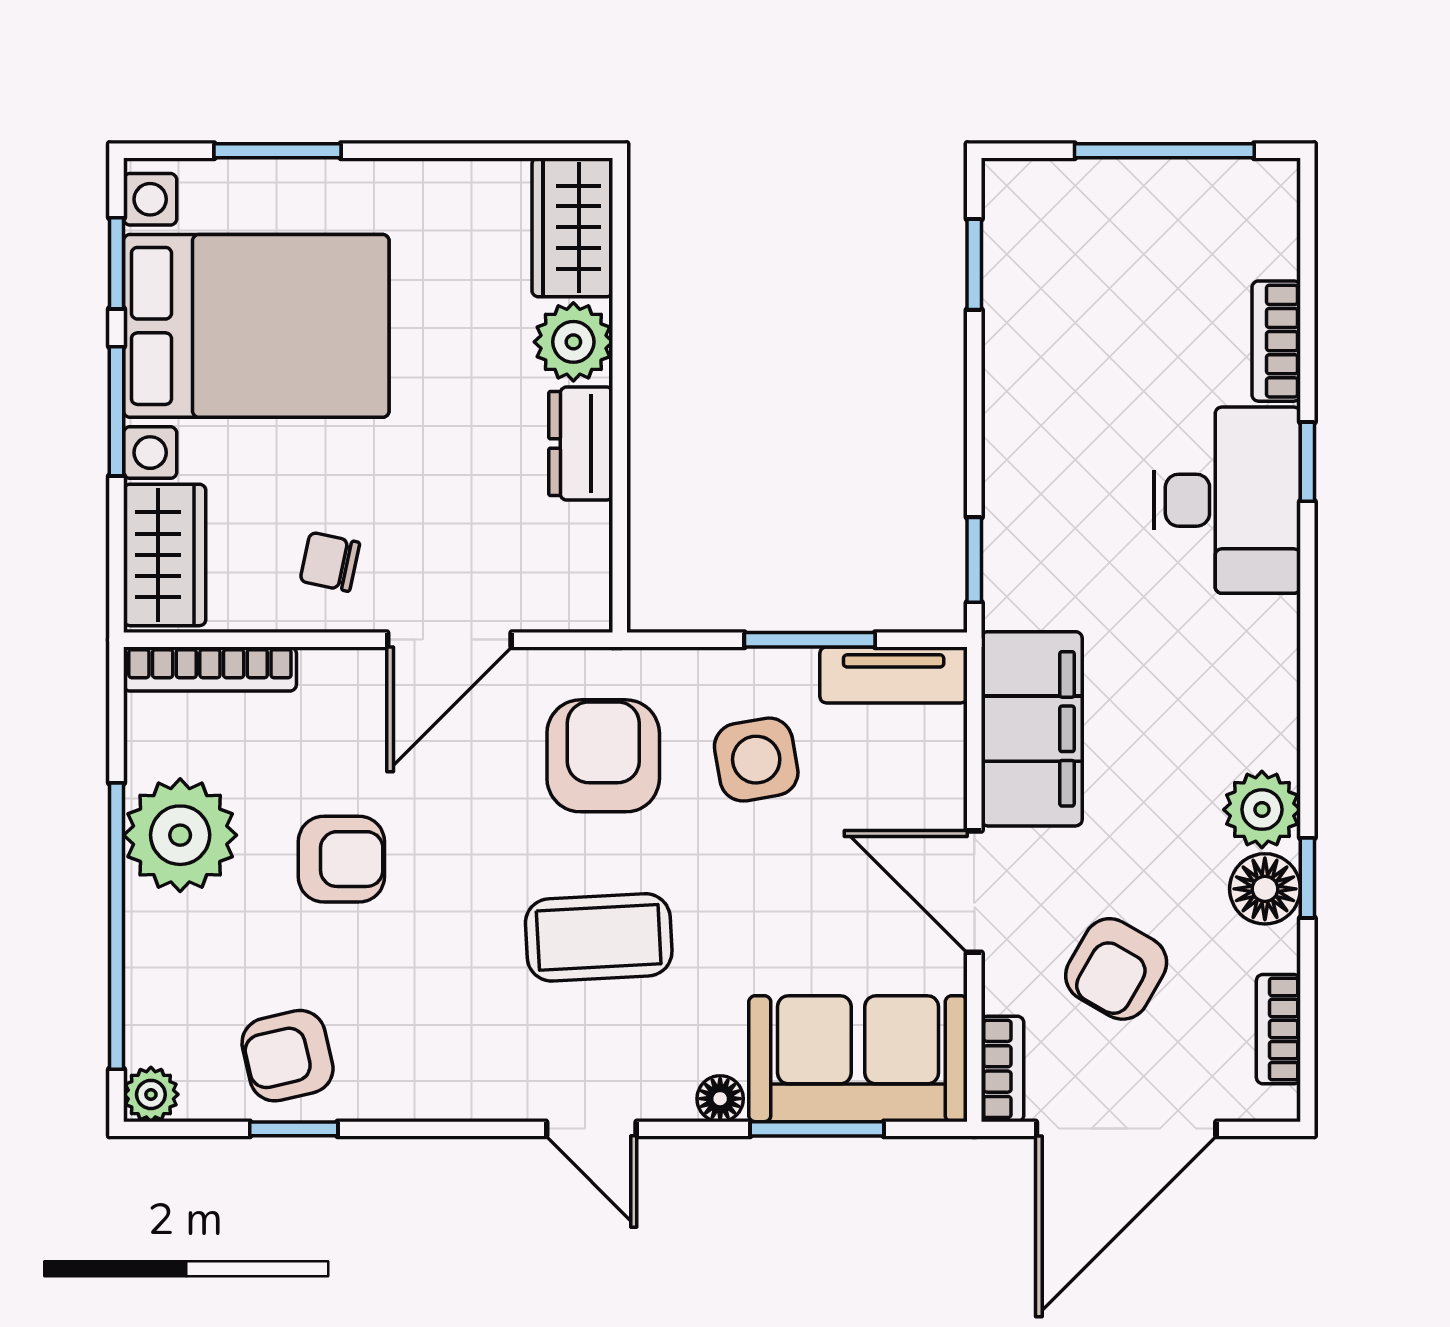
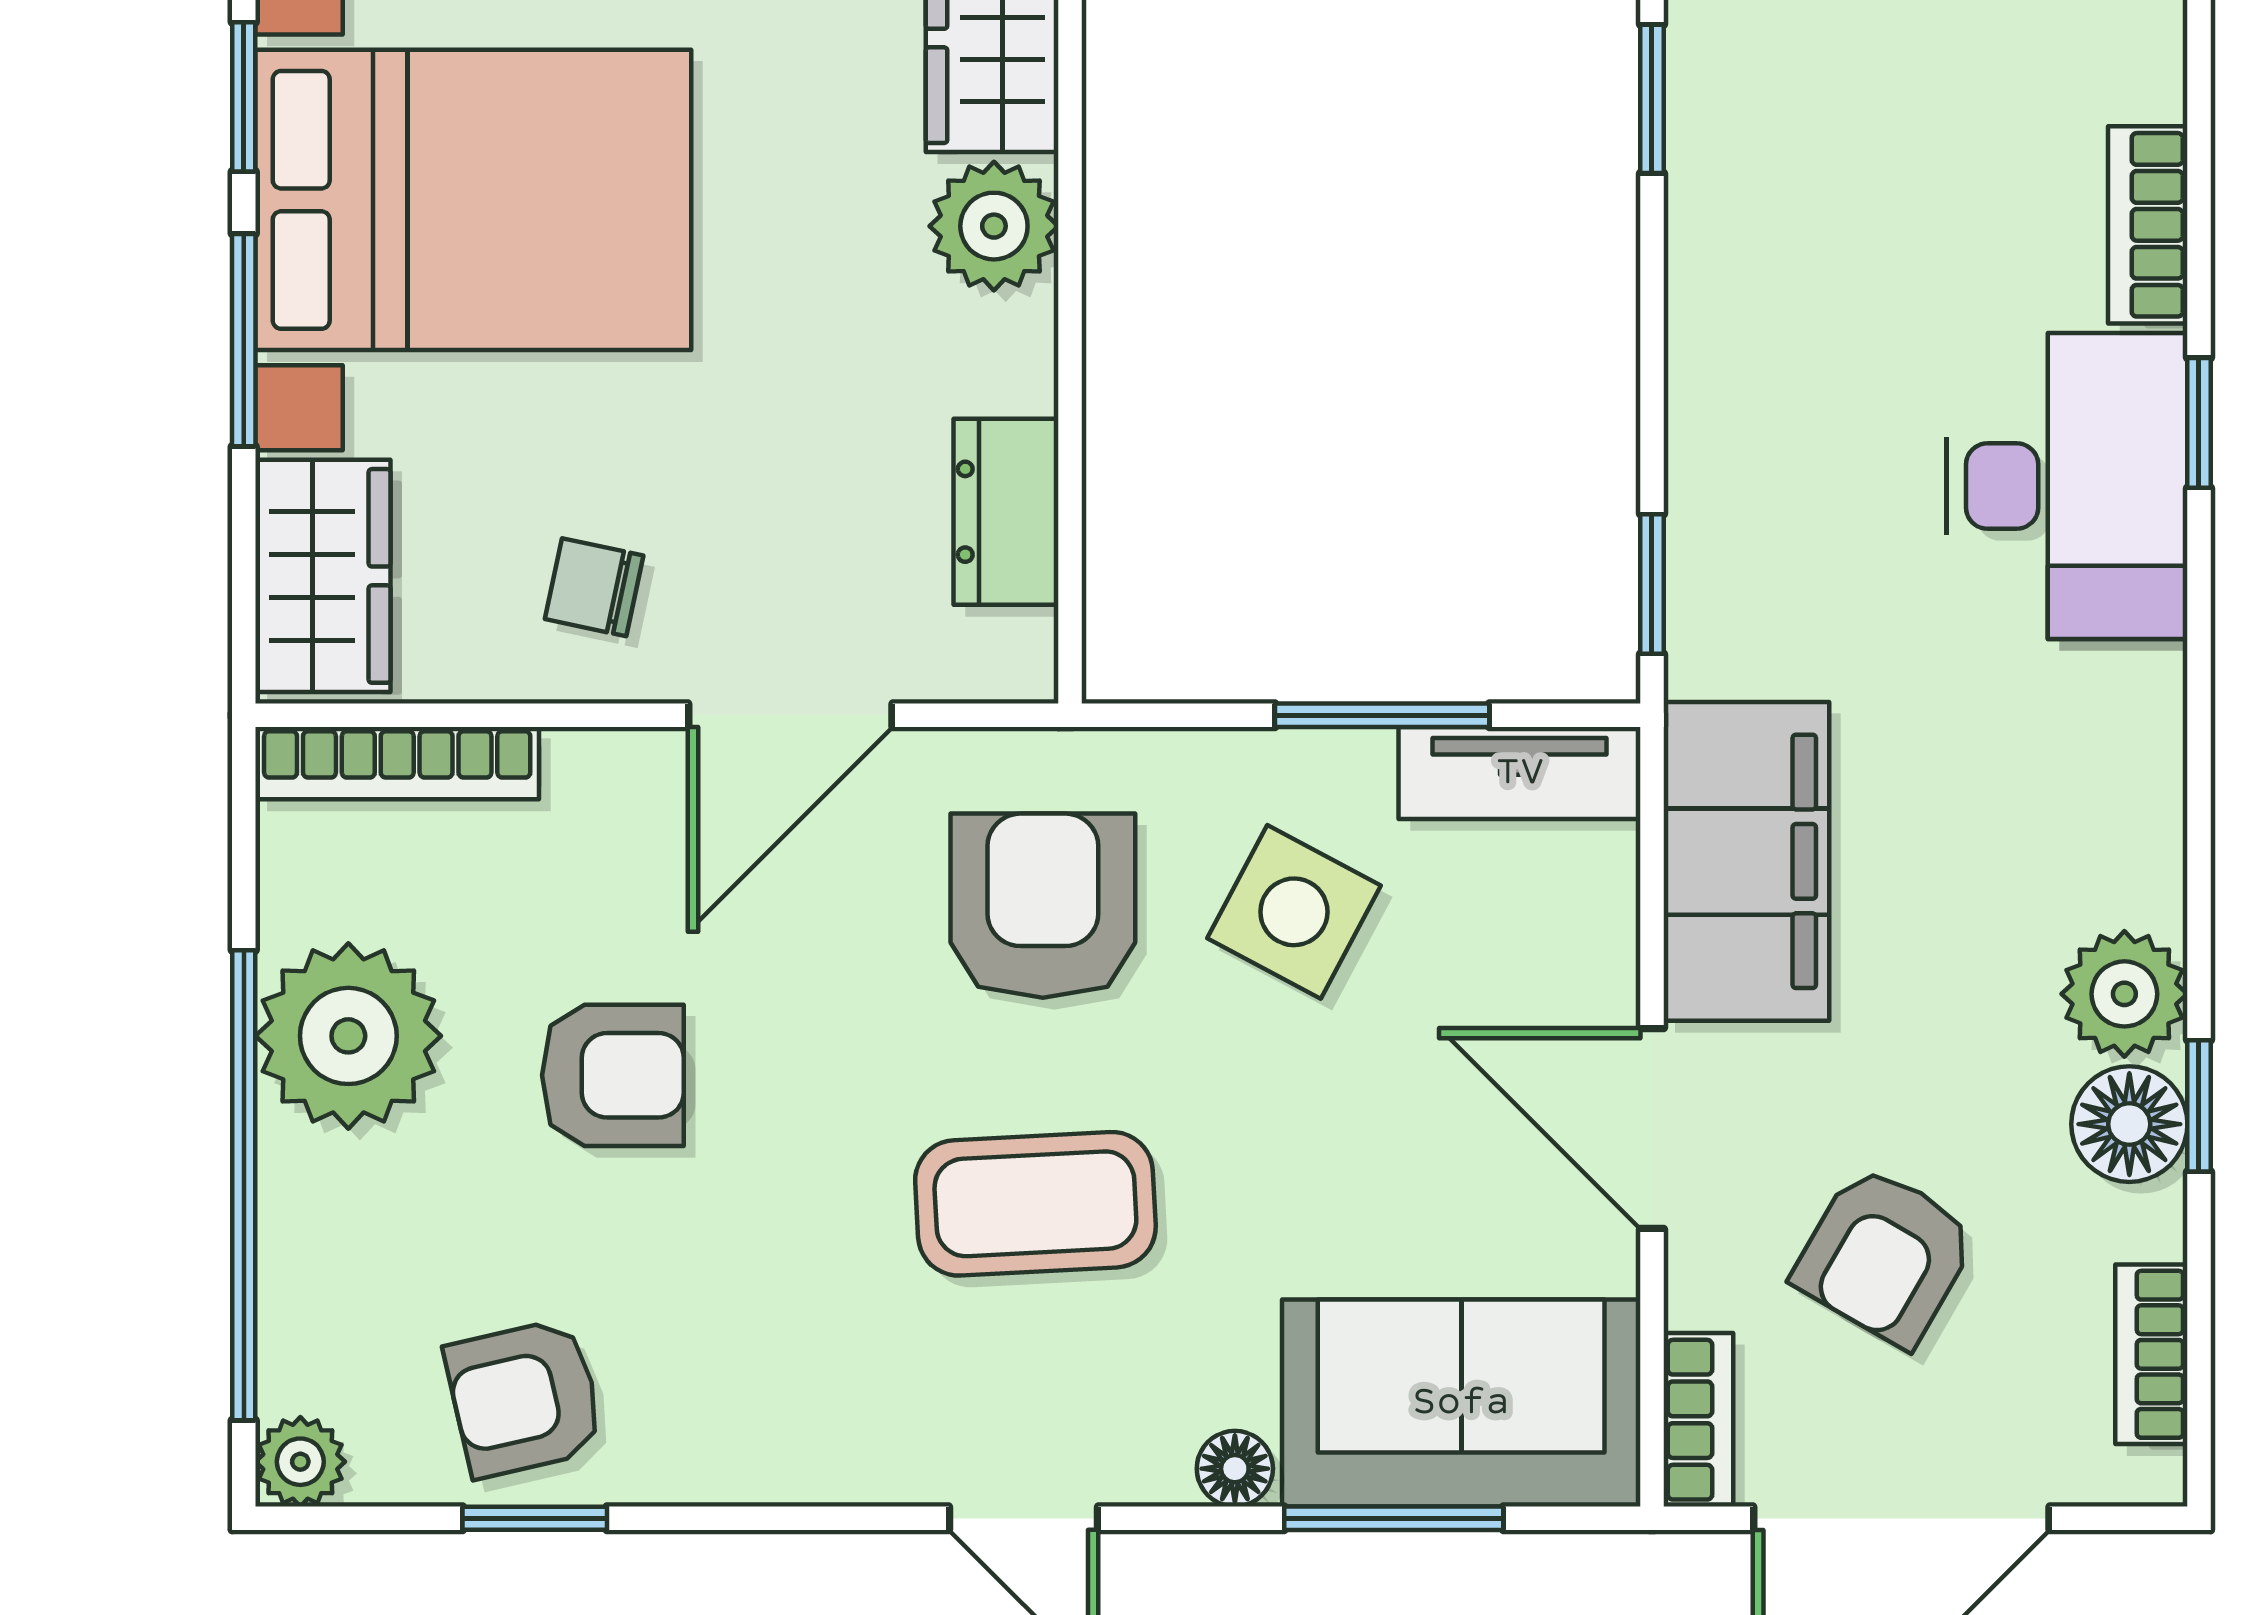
dresser: (581, 444) -> (1006, 512), moved
side table: (756, 760) -> (1294, 912), turned 38

